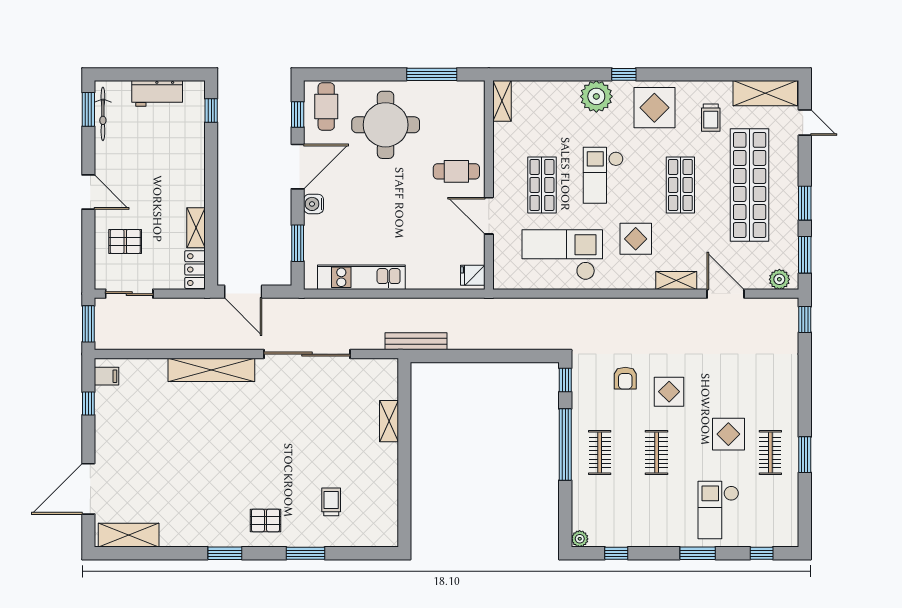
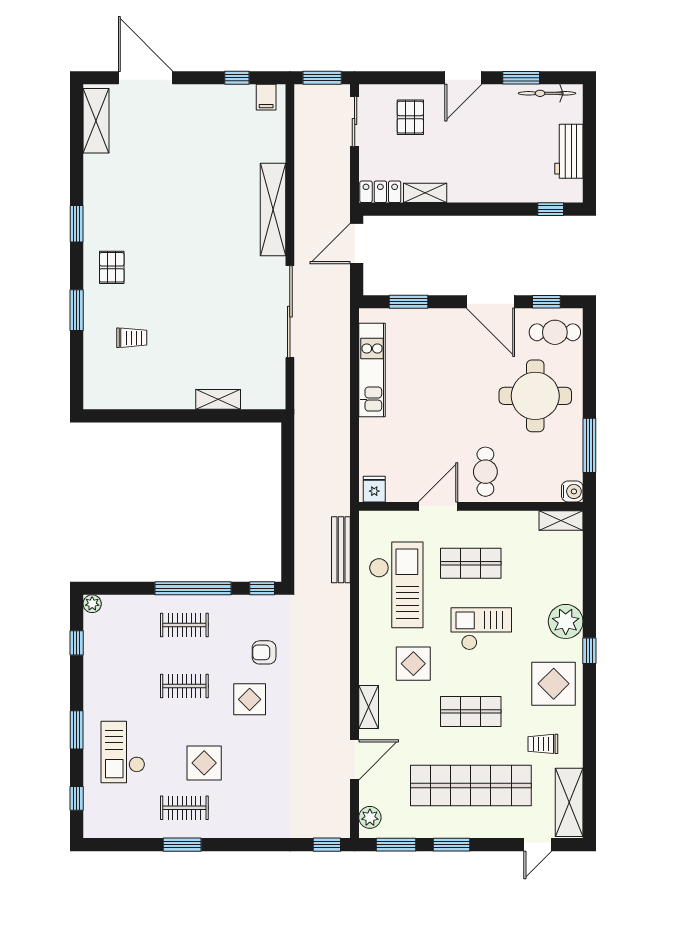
window: (88, 109) -> (521, 78), moved
water cooler: (314, 204) -> (572, 491), moved, turned 90
bench: (416, 341) -> (341, 550), moved
checkout: (718, 510) -> (123, 752), turned -90

